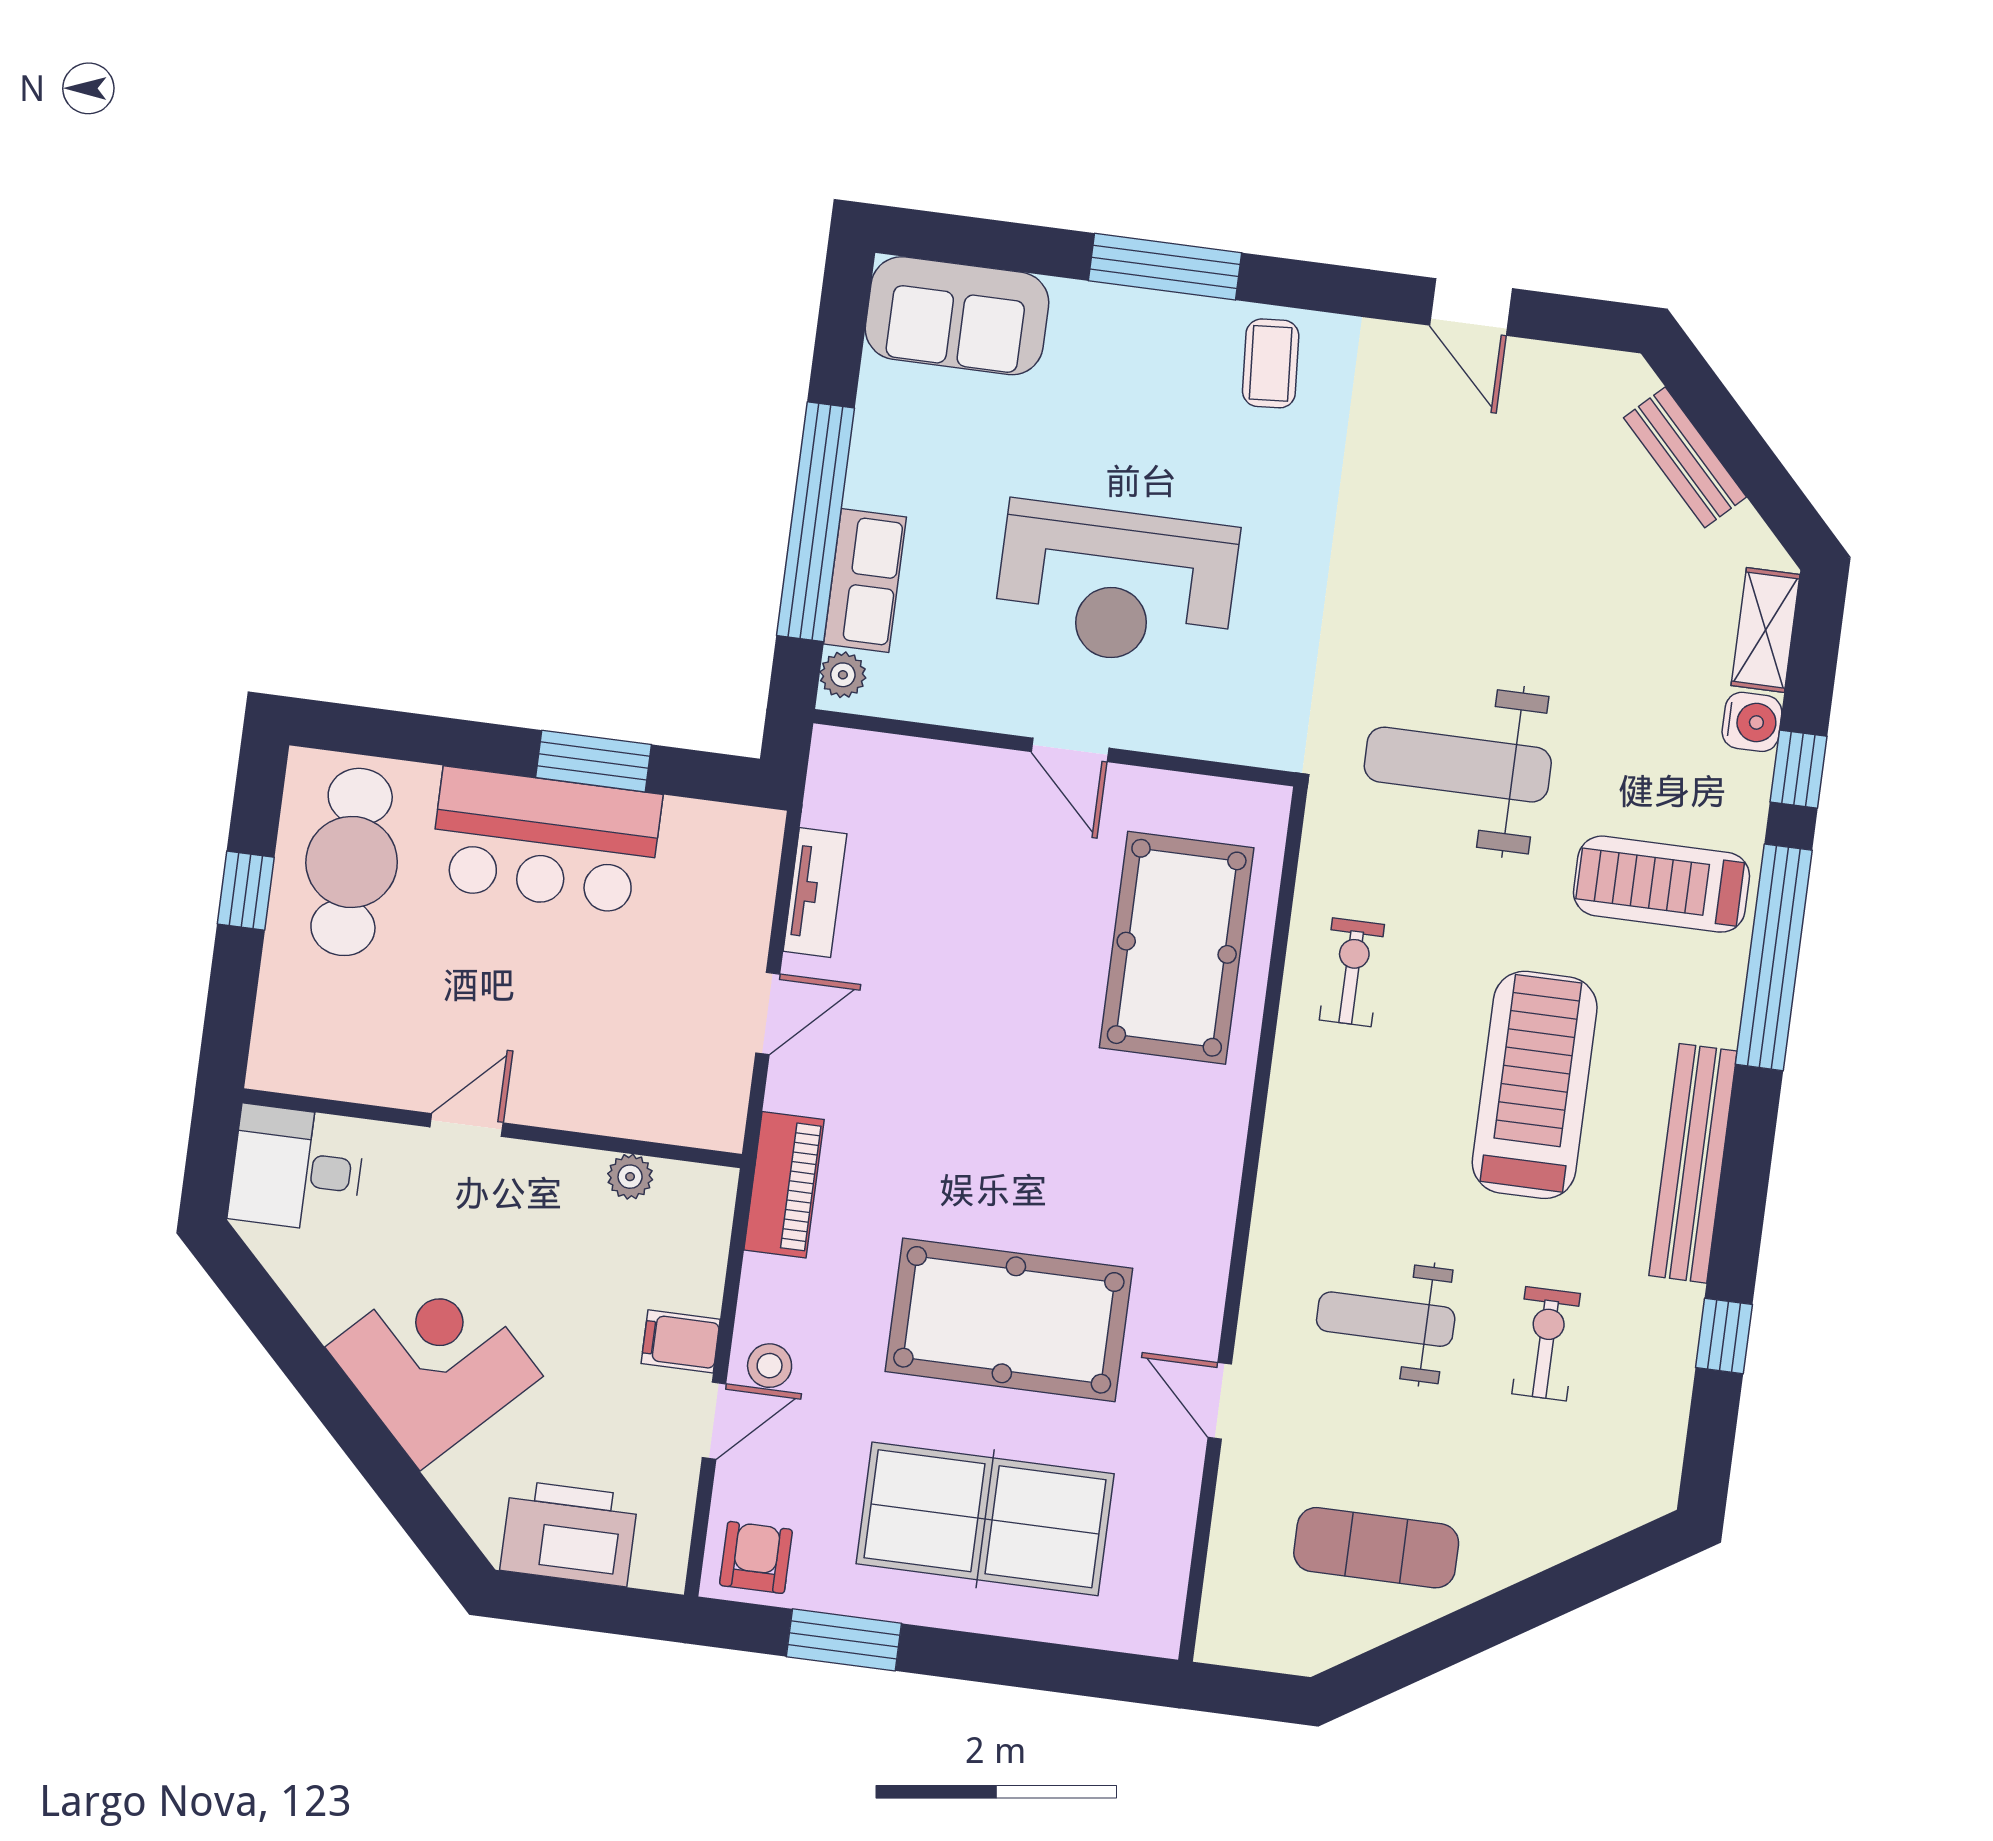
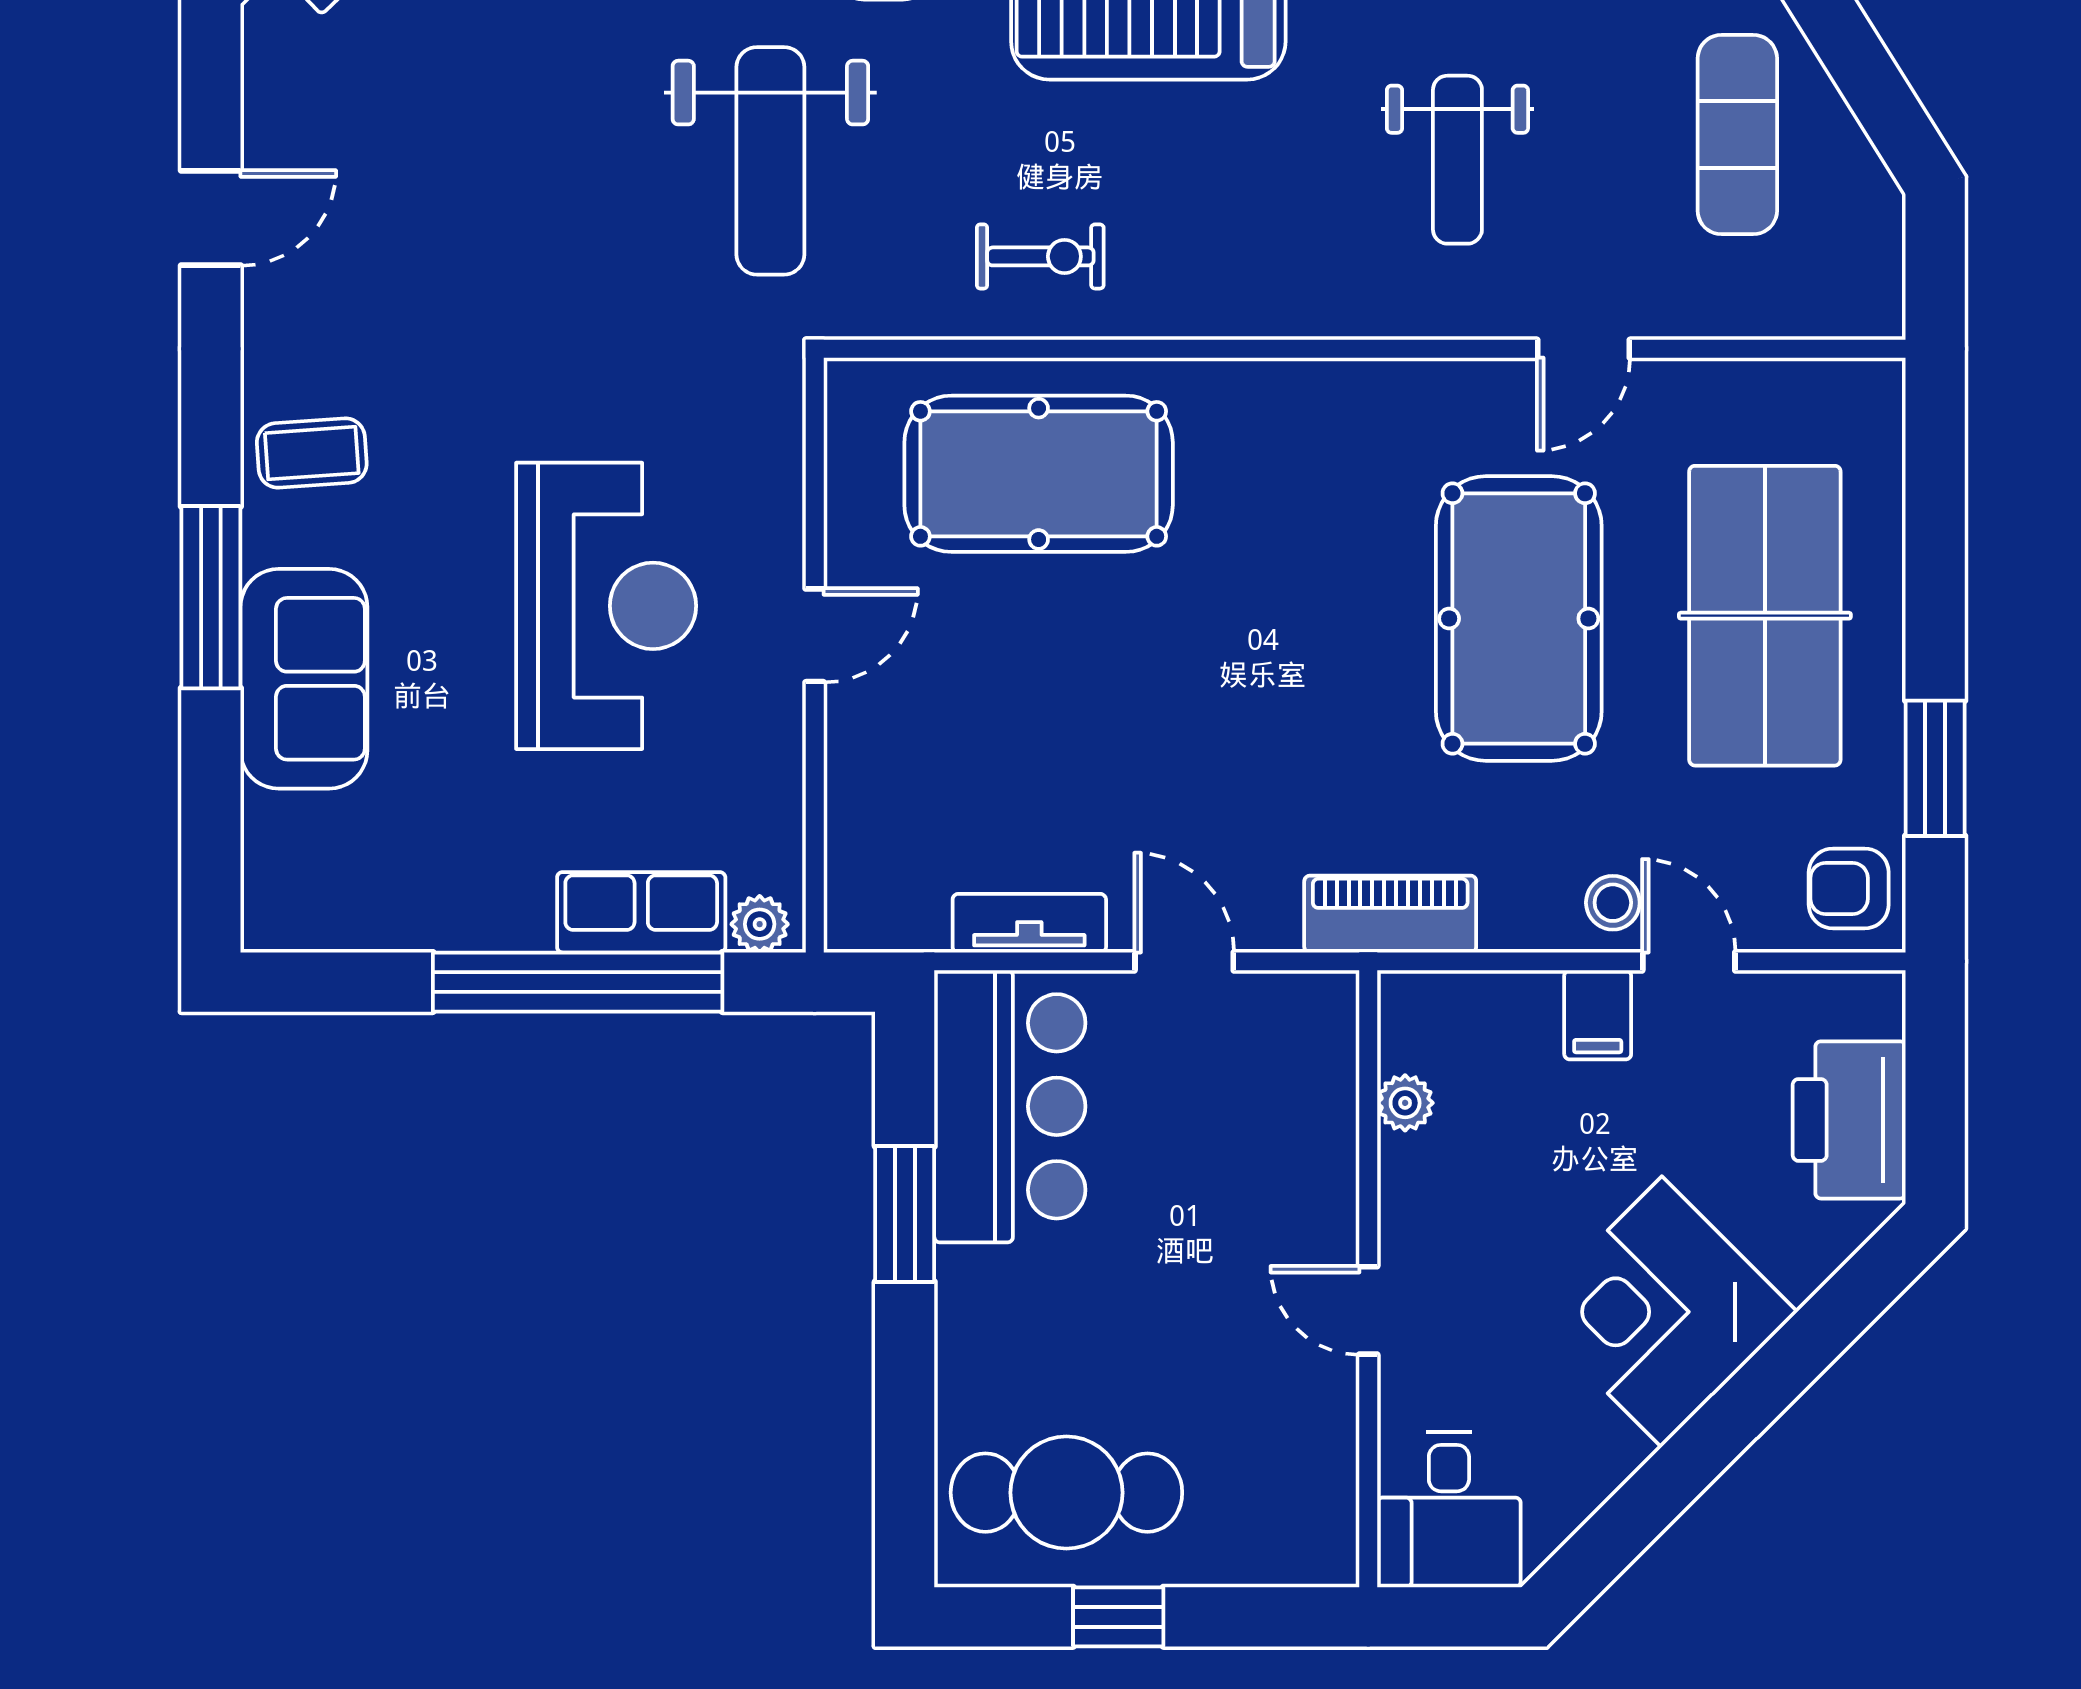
sofa: (957, 316) -> (304, 679), moved
bar counter: (545, 841) -> (1010, 1106), moved
exercise bike: (1352, 972) -> (1040, 256), turned 180

